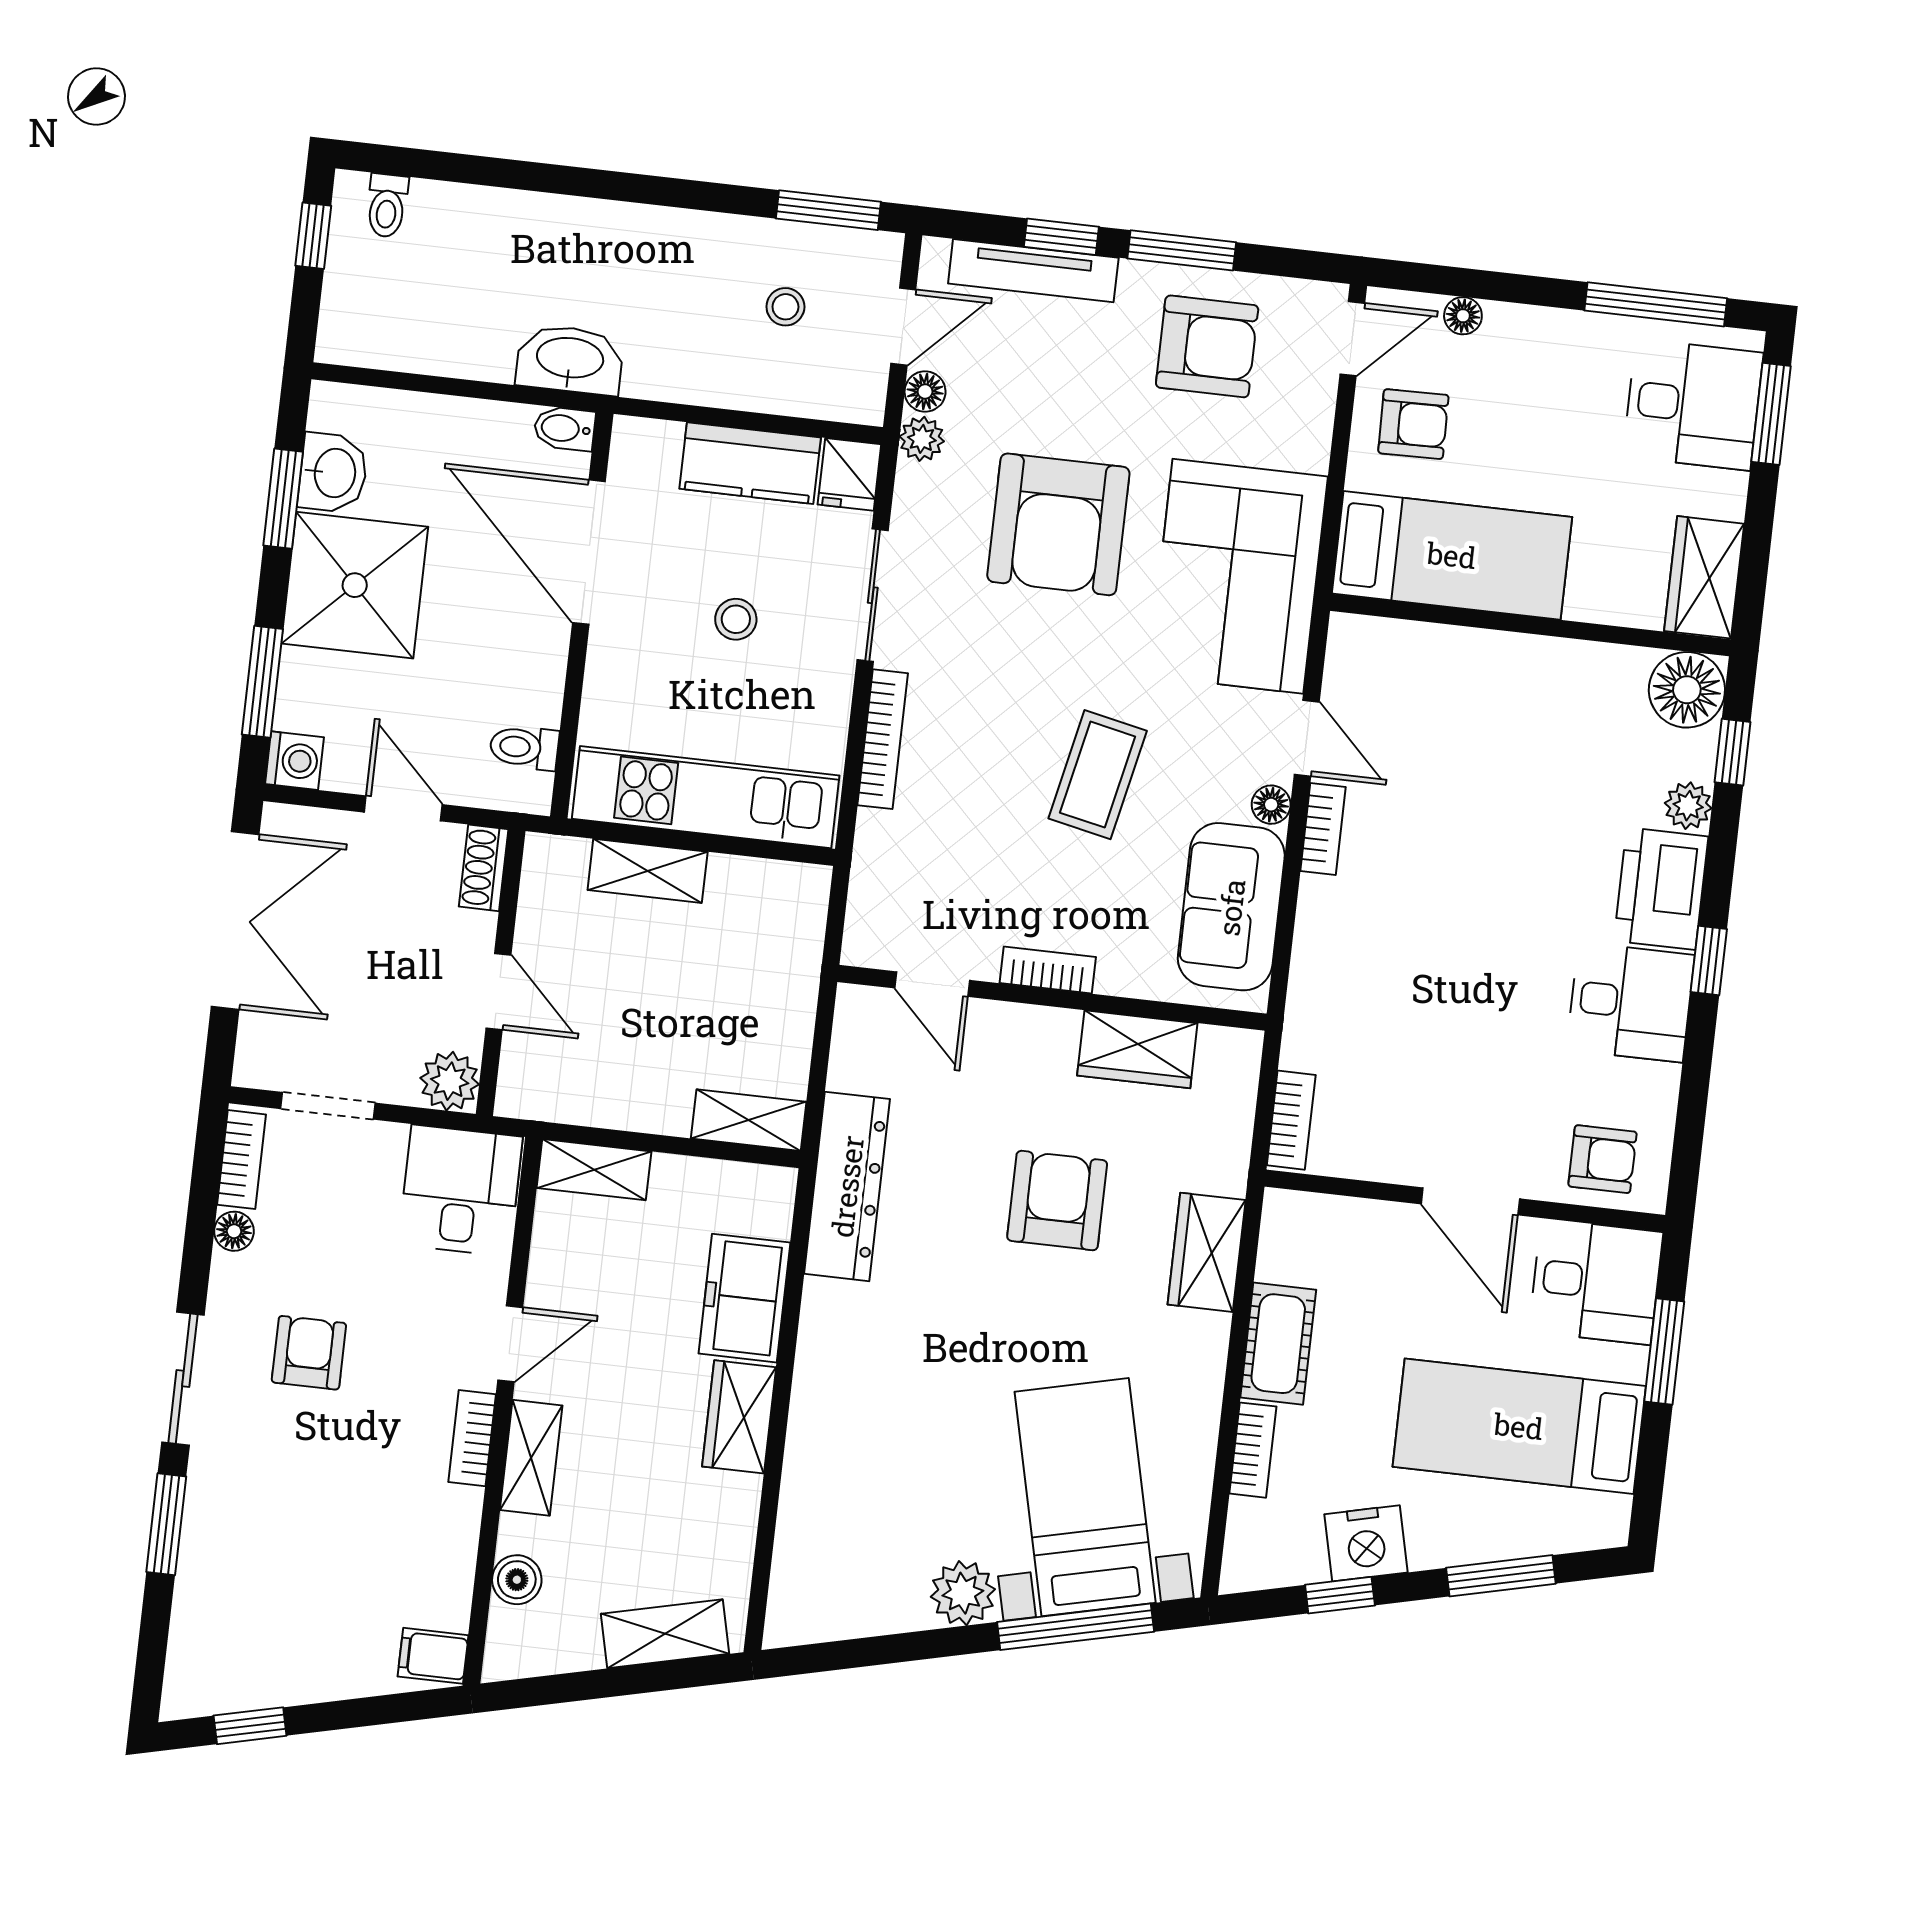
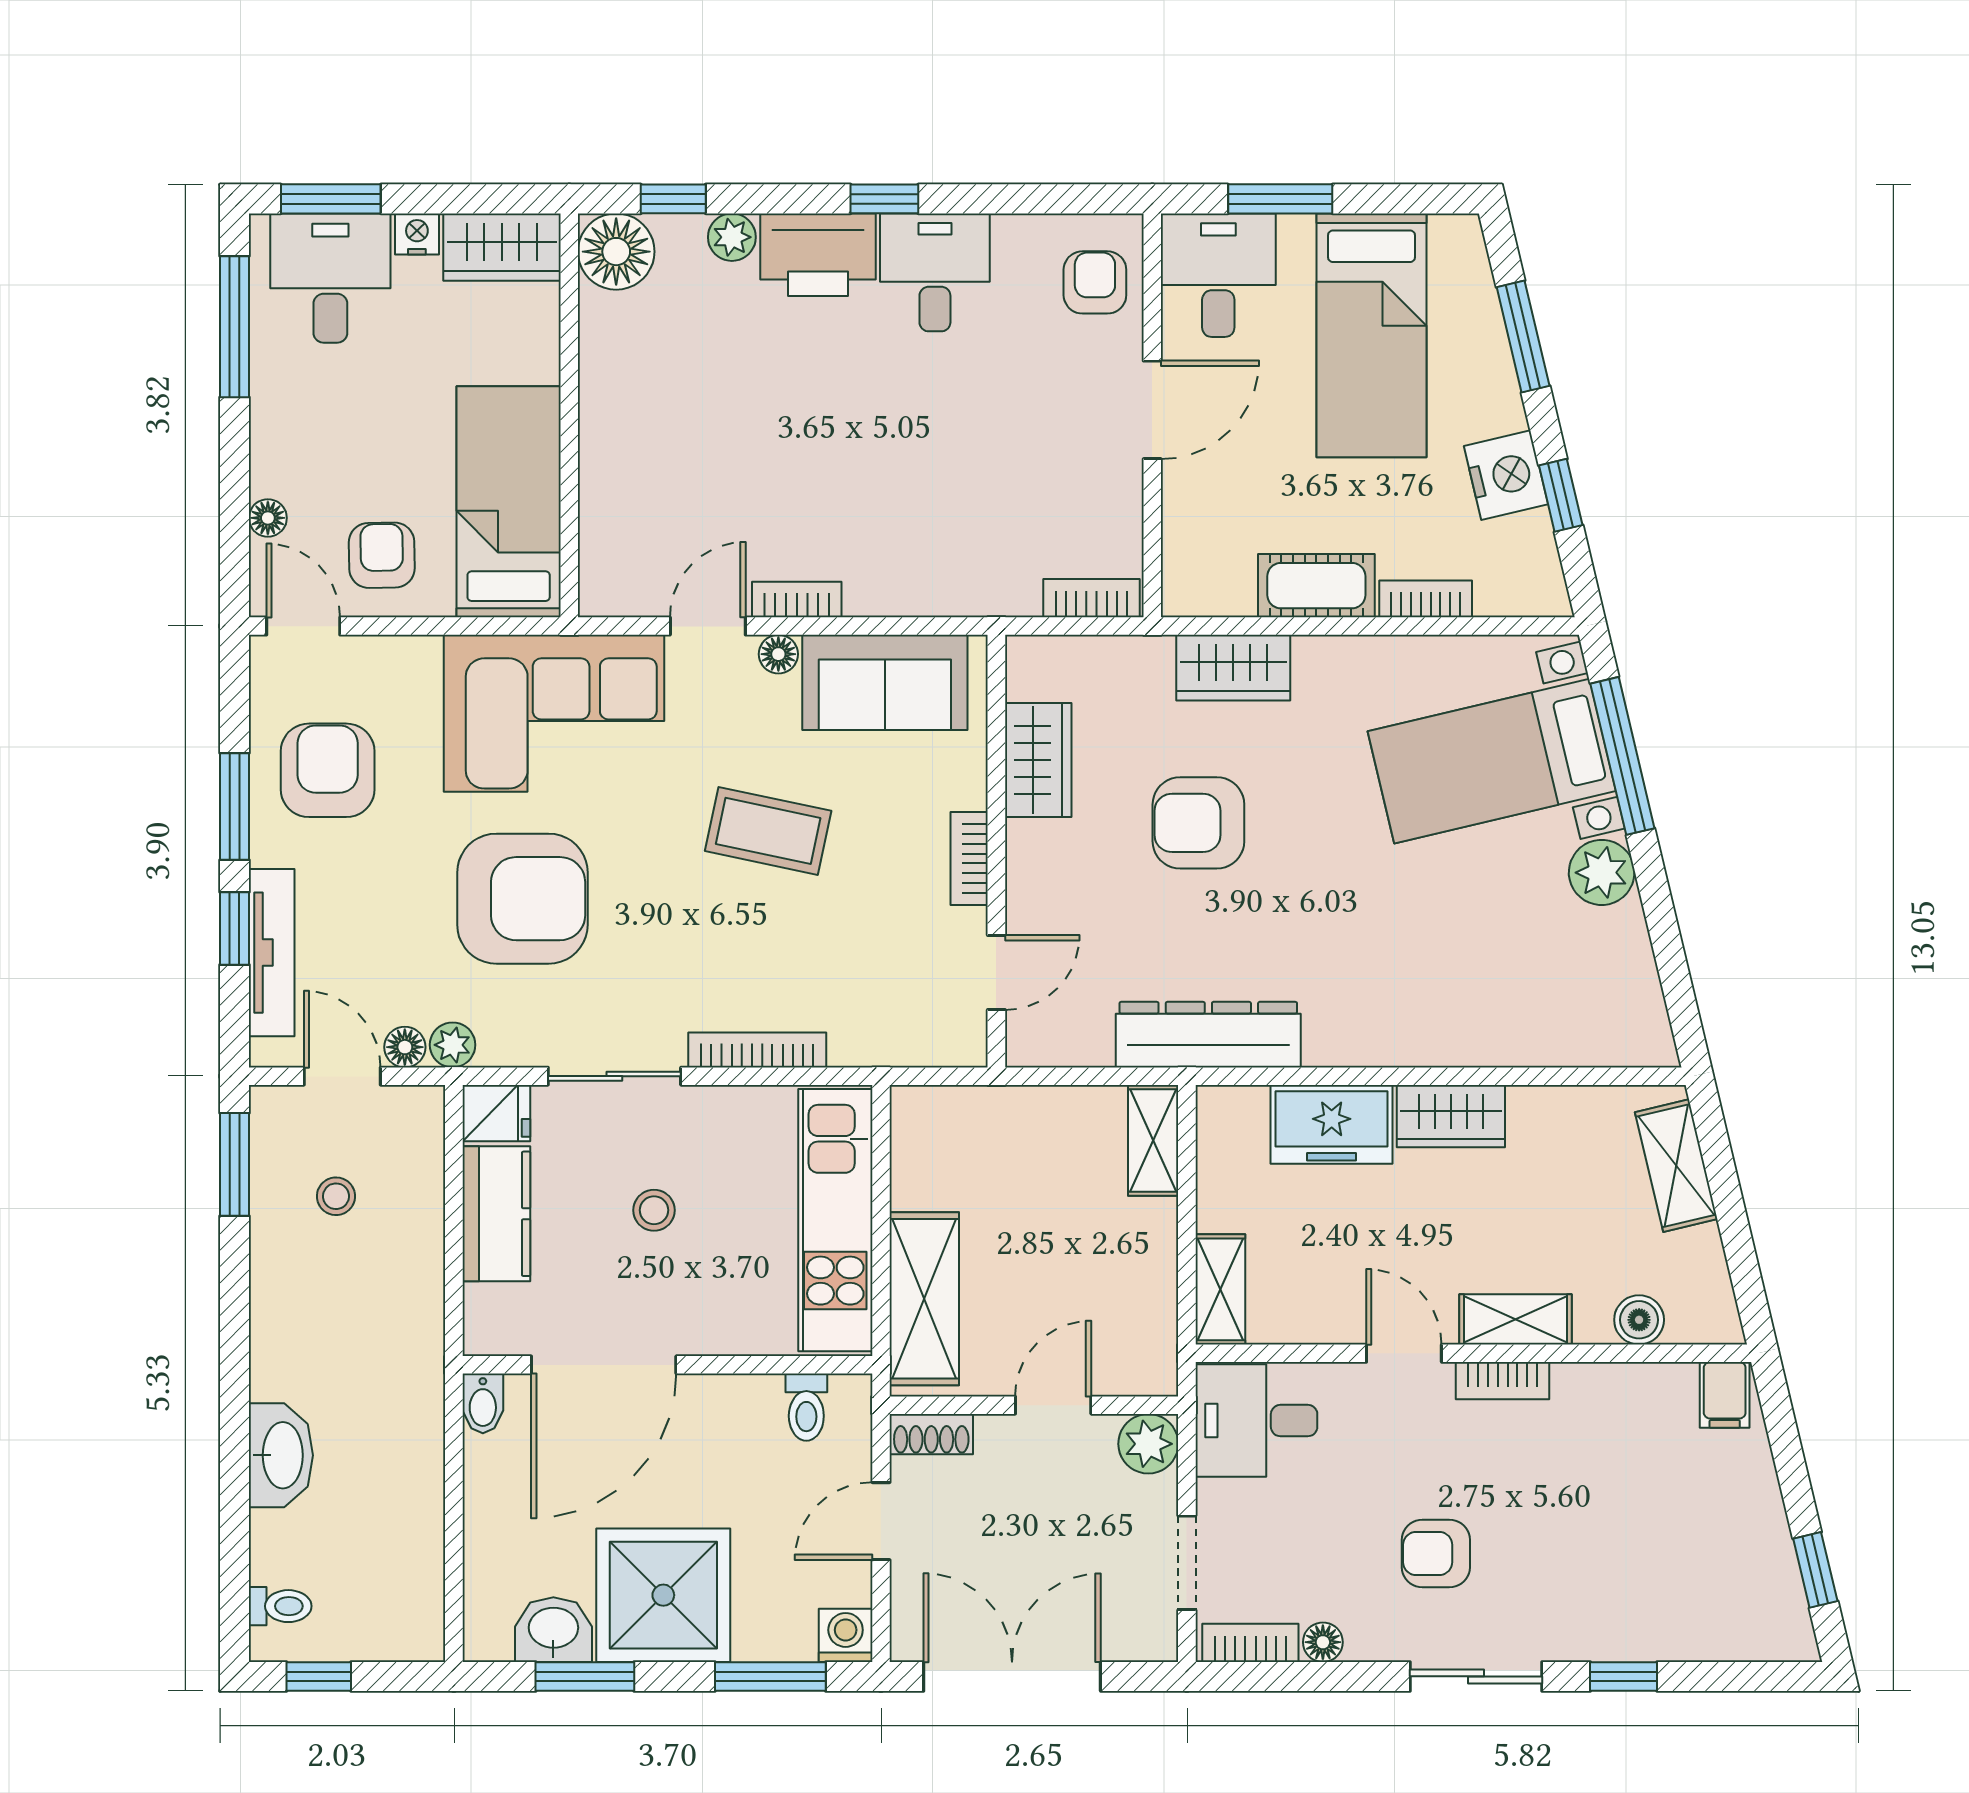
washbasin: (570, 360) -> (281, 1455), moved, turned 180
nightstand: (1727, 495) -> (417, 234), added
shelving: (648, 871) -> (924, 1299), width x1.50, depth x1.33
window: (166, 1524) -> (1624, 1676), width x0.67

